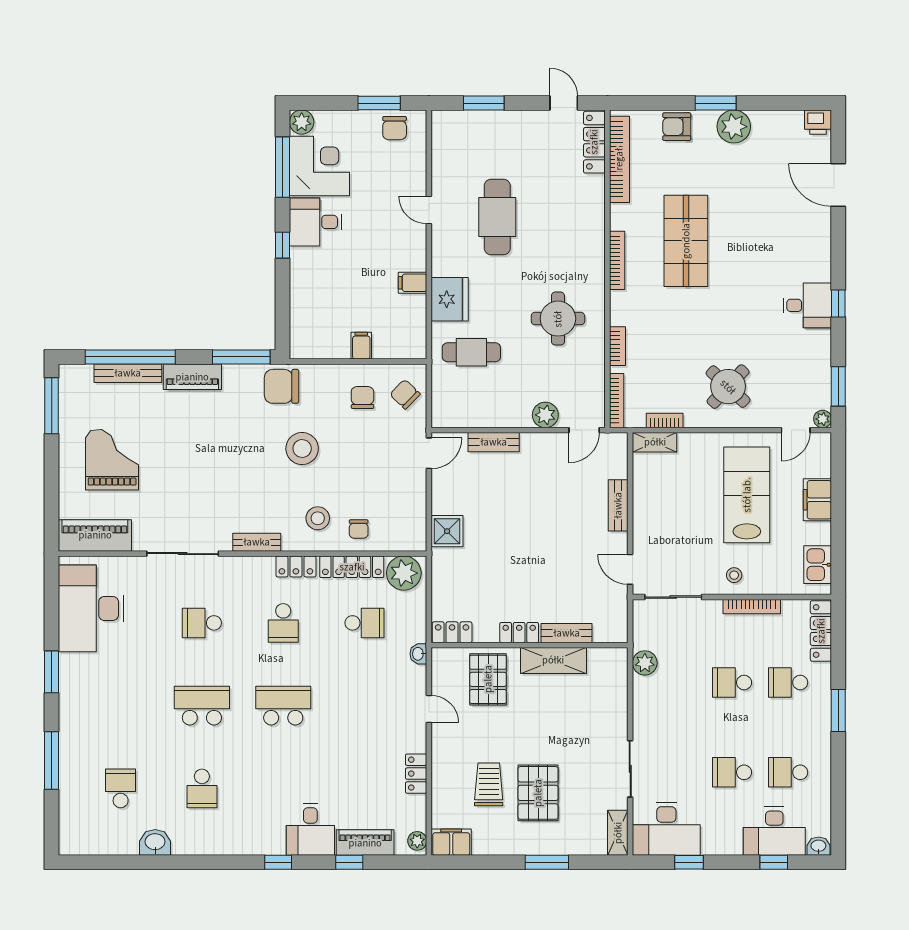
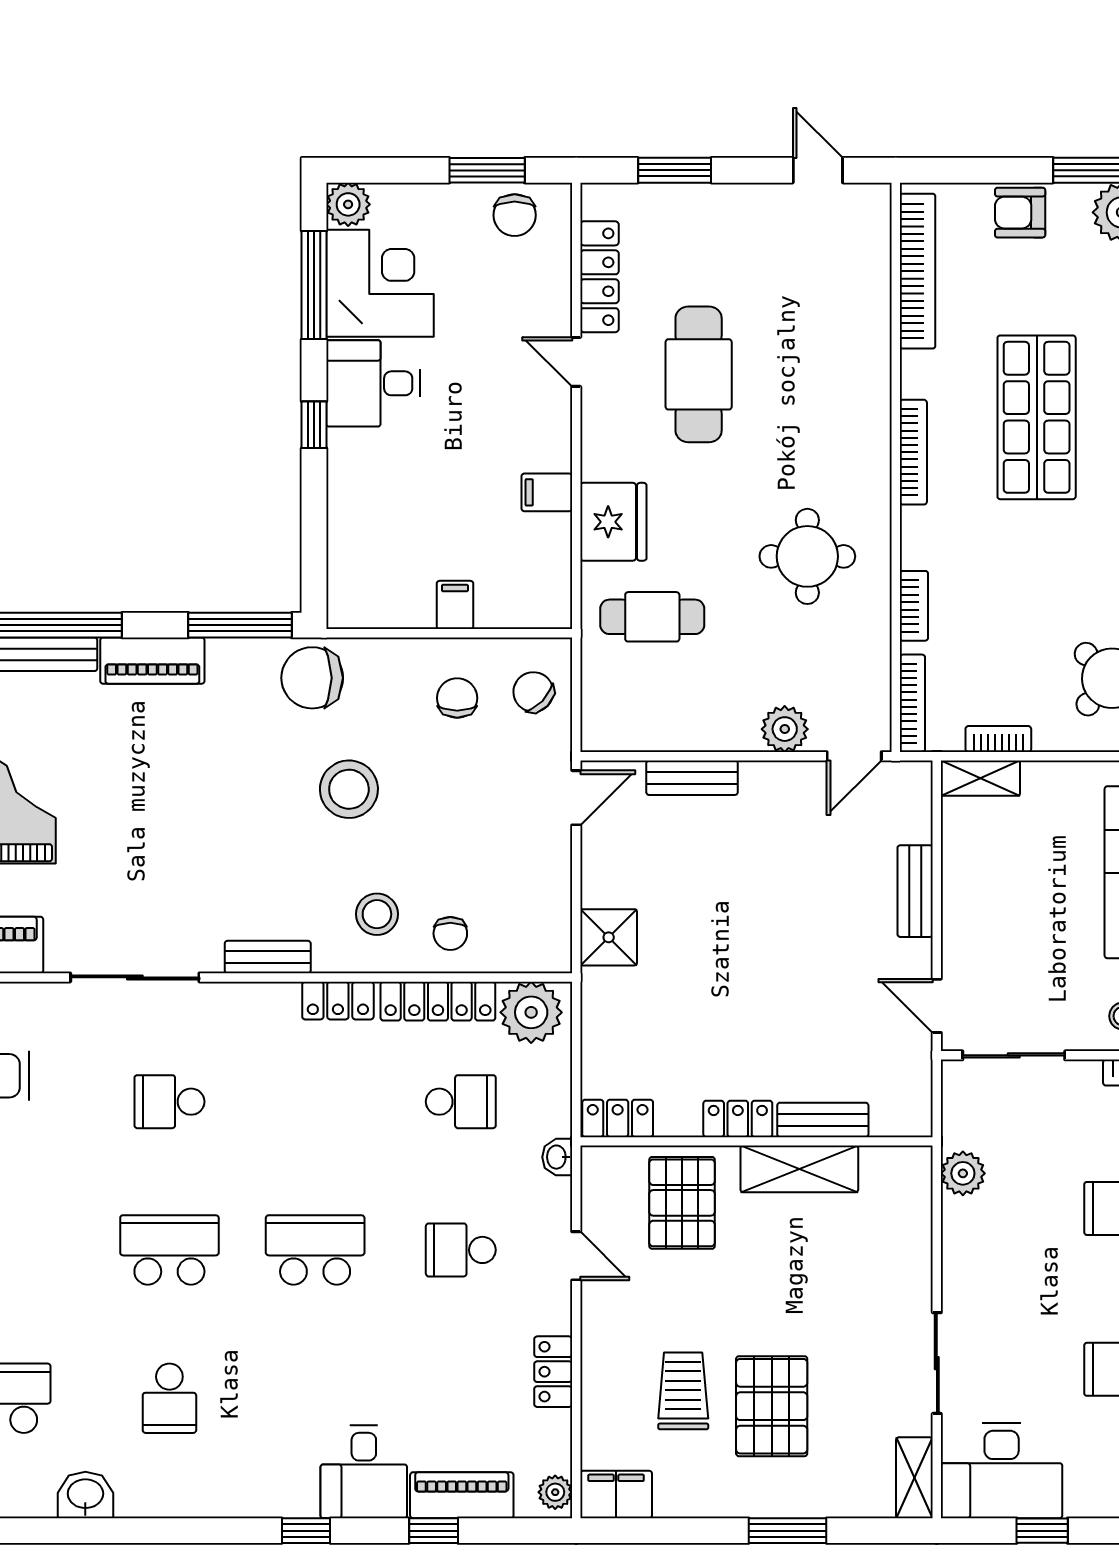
locker: (594, 142) -> (599, 277), moved, turned 180
school desk: (283, 623) -> (461, 1250), moved, turned 90

